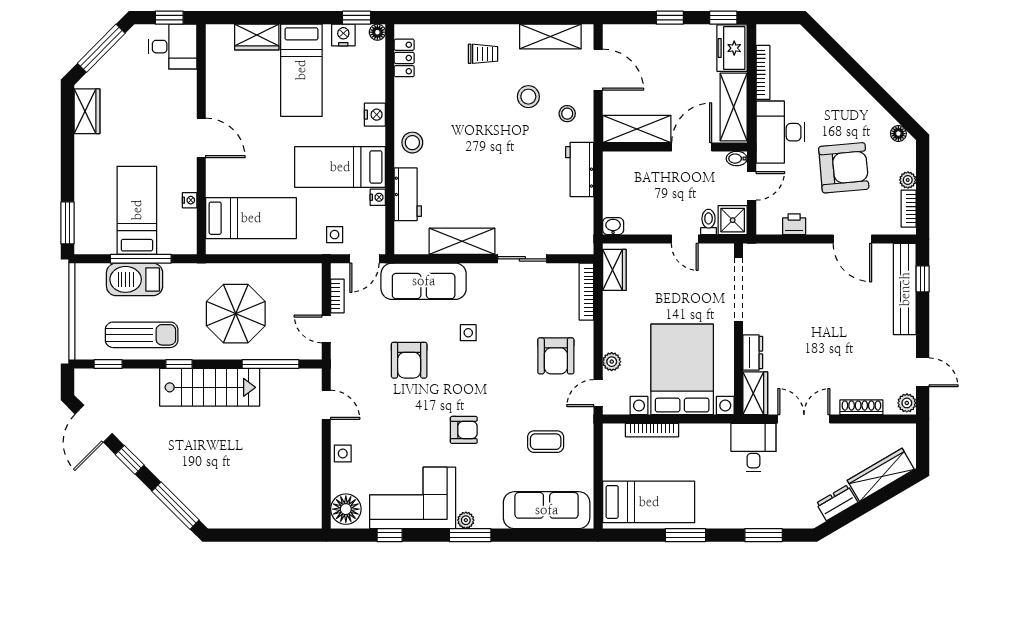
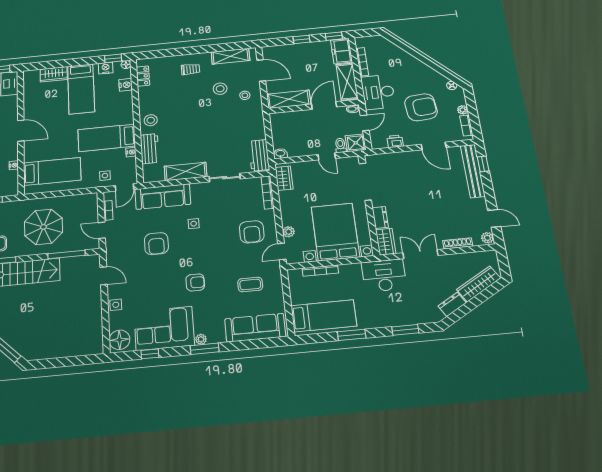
nightstand: (375, 115) -> (126, 85), moved
workbench: (580, 170) -> (259, 155), moved
desk: (753, 448) -> (384, 275), width x1.37

